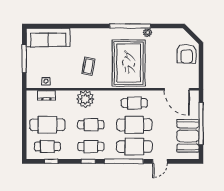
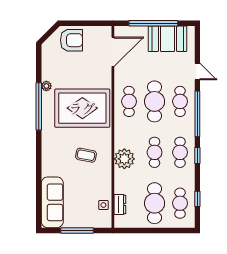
cafe table: (134, 147) -> (180, 101), width x0.73, depth x0.74

